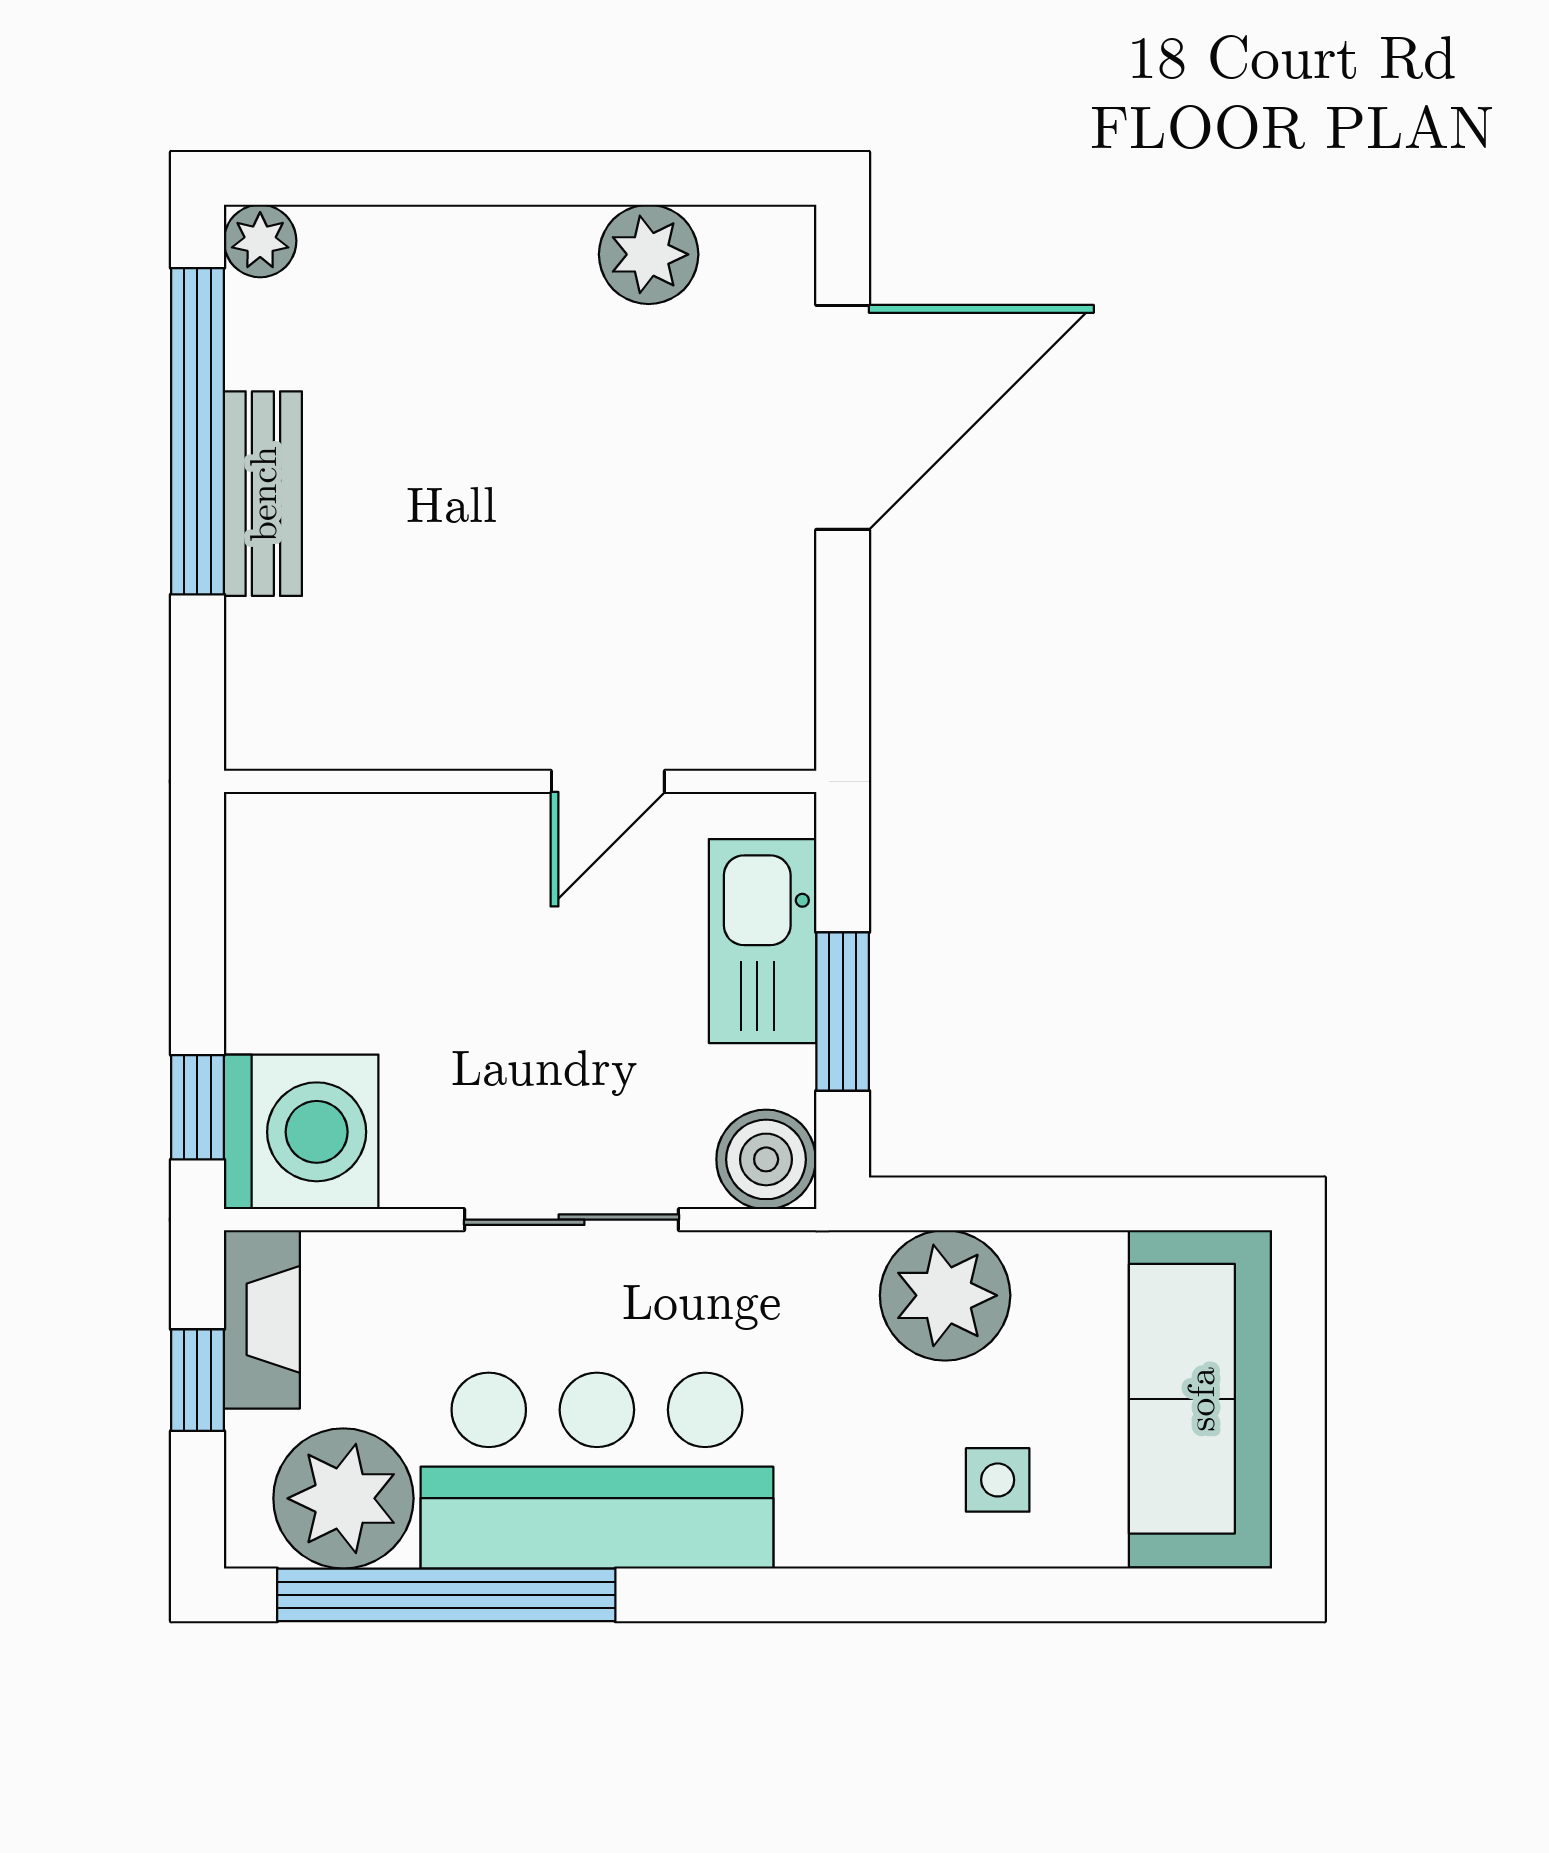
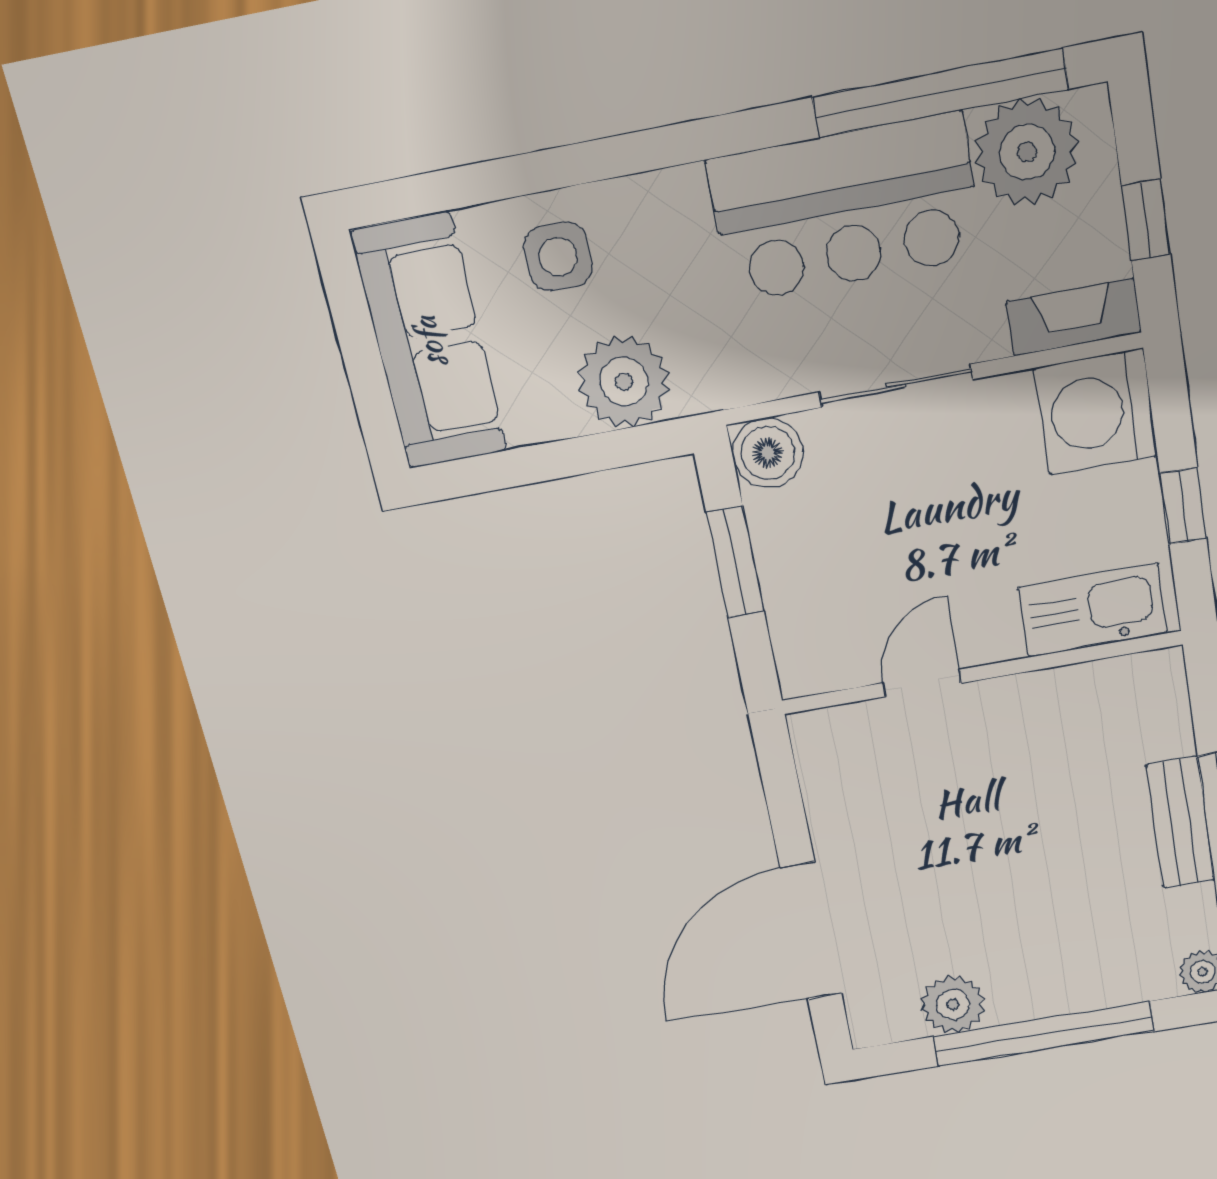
window: (517, 178) -> (1044, 1034), added
kitchen sink: (763, 941) -> (1093, 610), moved, turned -90
window: (197, 1107) -> (1183, 506), moved
fireplace: (262, 1319) -> (1074, 317), moved, turned 90
side table: (998, 1480) -> (558, 257), width x1.37, depth x1.37

